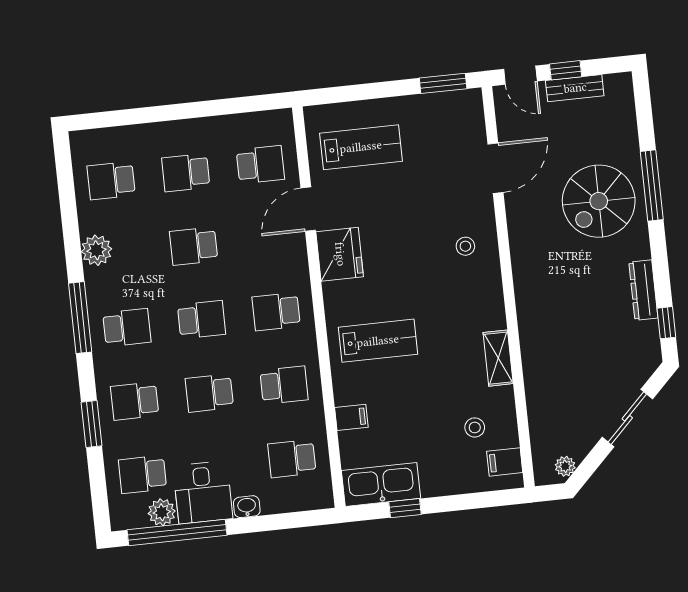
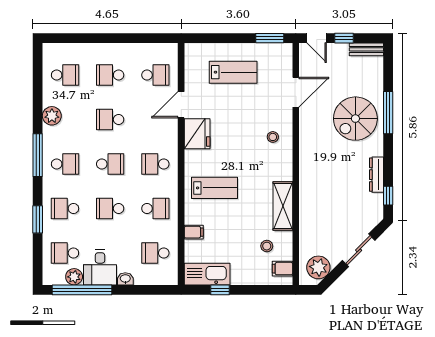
bench: (575, 88) -> (366, 49), moved
lab bench: (361, 147) -> (233, 72), moved
school desk: (111, 181) -> (65, 75), turned 180
shelving: (498, 358) -> (283, 206), width x1.50, depth x1.33
plant: (565, 466) -> (318, 267), width x1.88, depth x1.88

